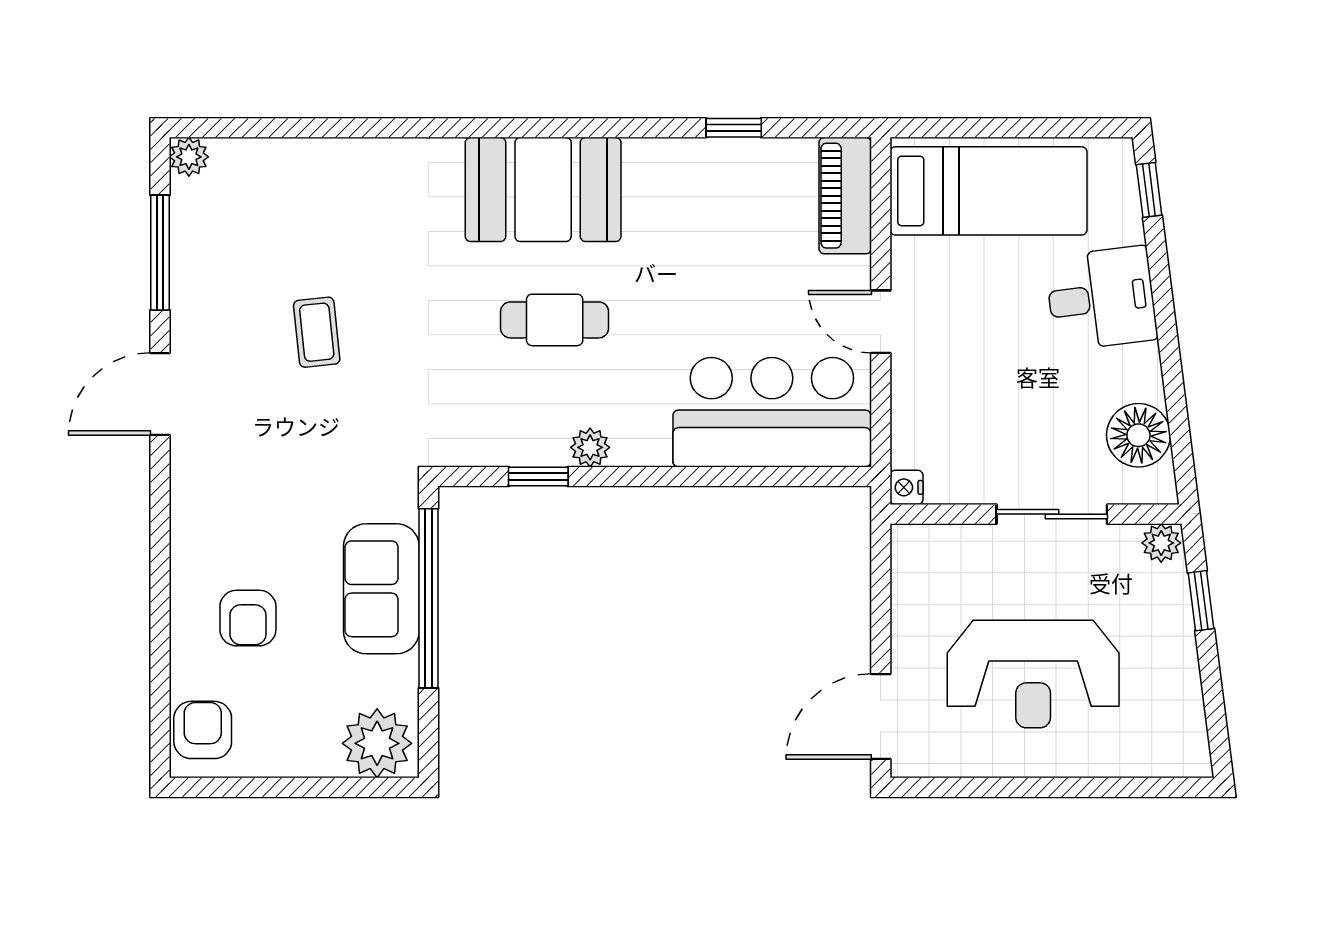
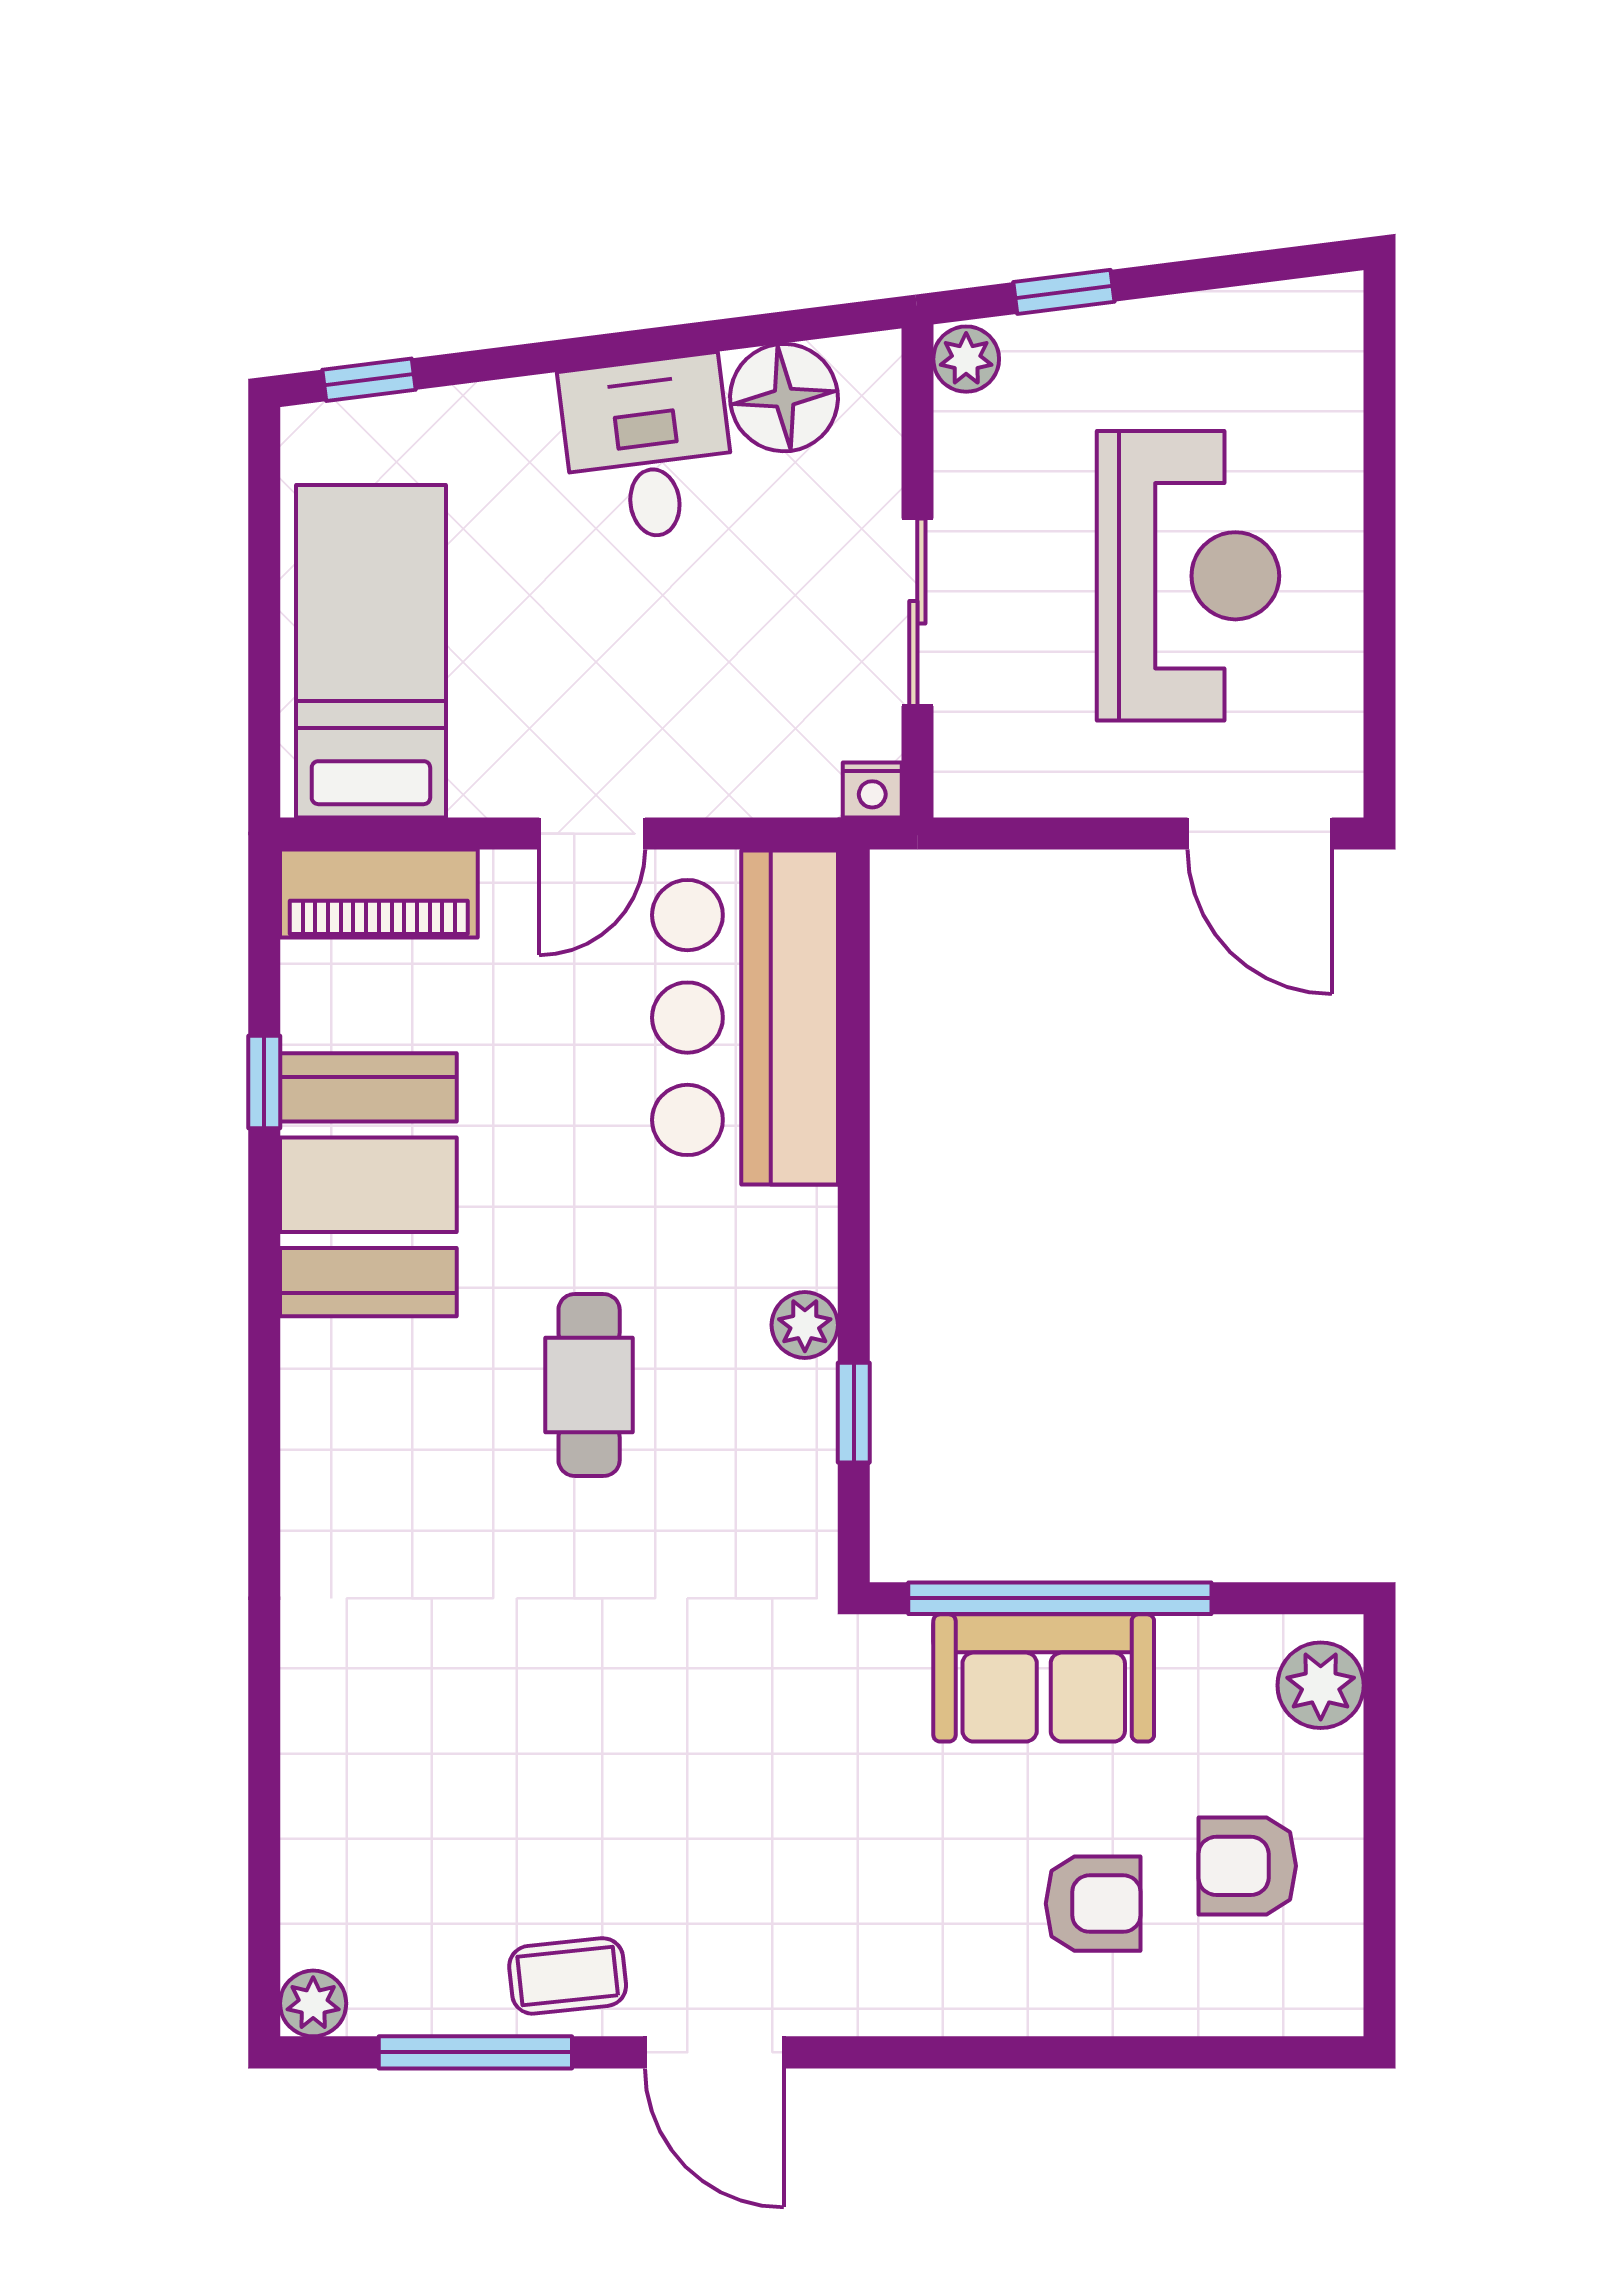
booth: (543, 189) -> (368, 1185), moved
desk: (1101, 298) -> (648, 449), moved
coffee table: (317, 332) -> (568, 1976), moved
sliding door: (1052, 514) -> (917, 612), moved
armchair: (203, 730) -> (1247, 1866), moved
plant: (377, 743) -> (1321, 1685), width x0.73, depth x0.73

